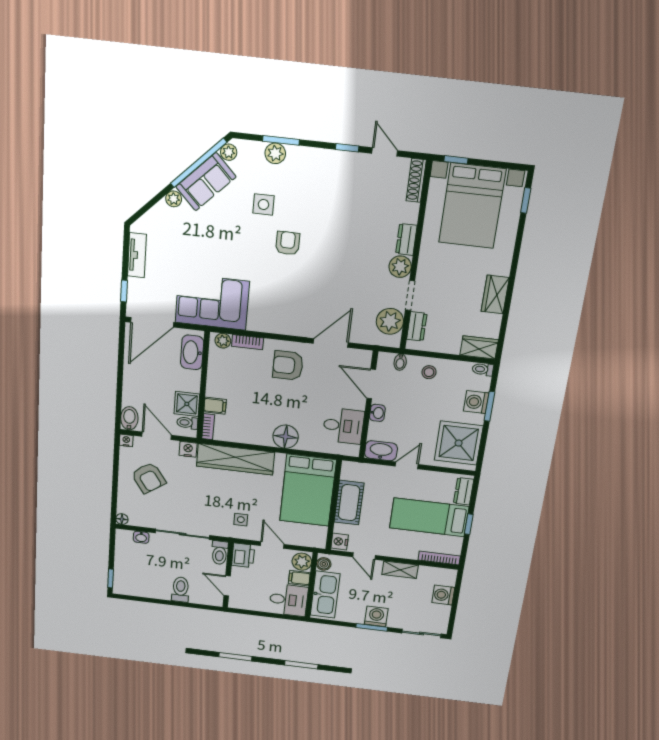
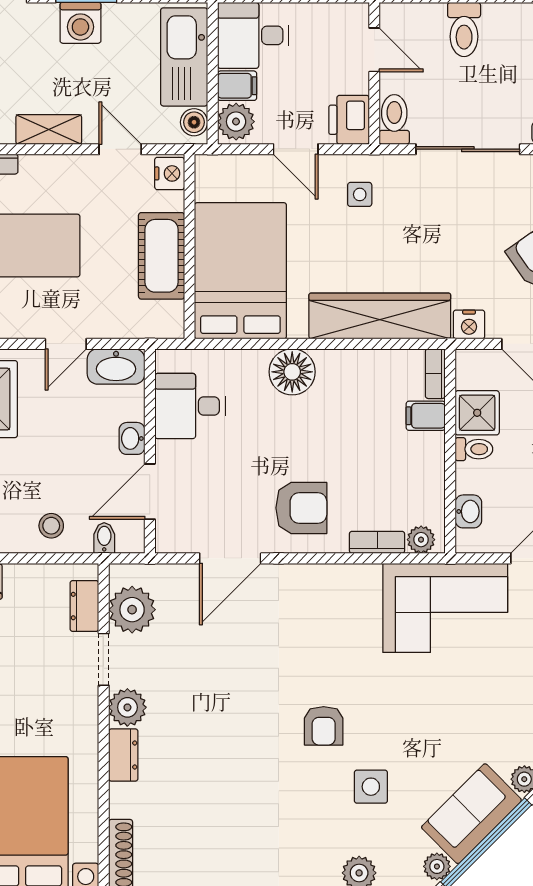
washbasin: (192, 352) -> (468, 511), width x0.52, depth x0.69
door: (371, 384) -> (150, 492), swing flipped
toilet: (187, 423) -> (474, 449), moved

